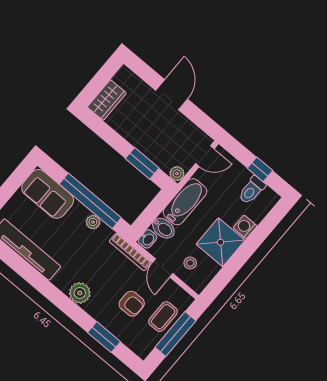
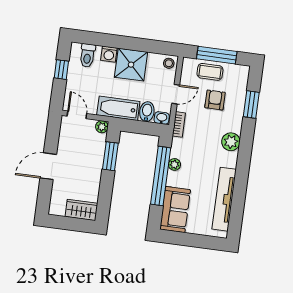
toilet: (252, 190) -> (87, 56), moved, turned 90
bookcase: (130, 252) -> (179, 124), width x0.64
stool: (190, 263) -> (169, 63), moved

